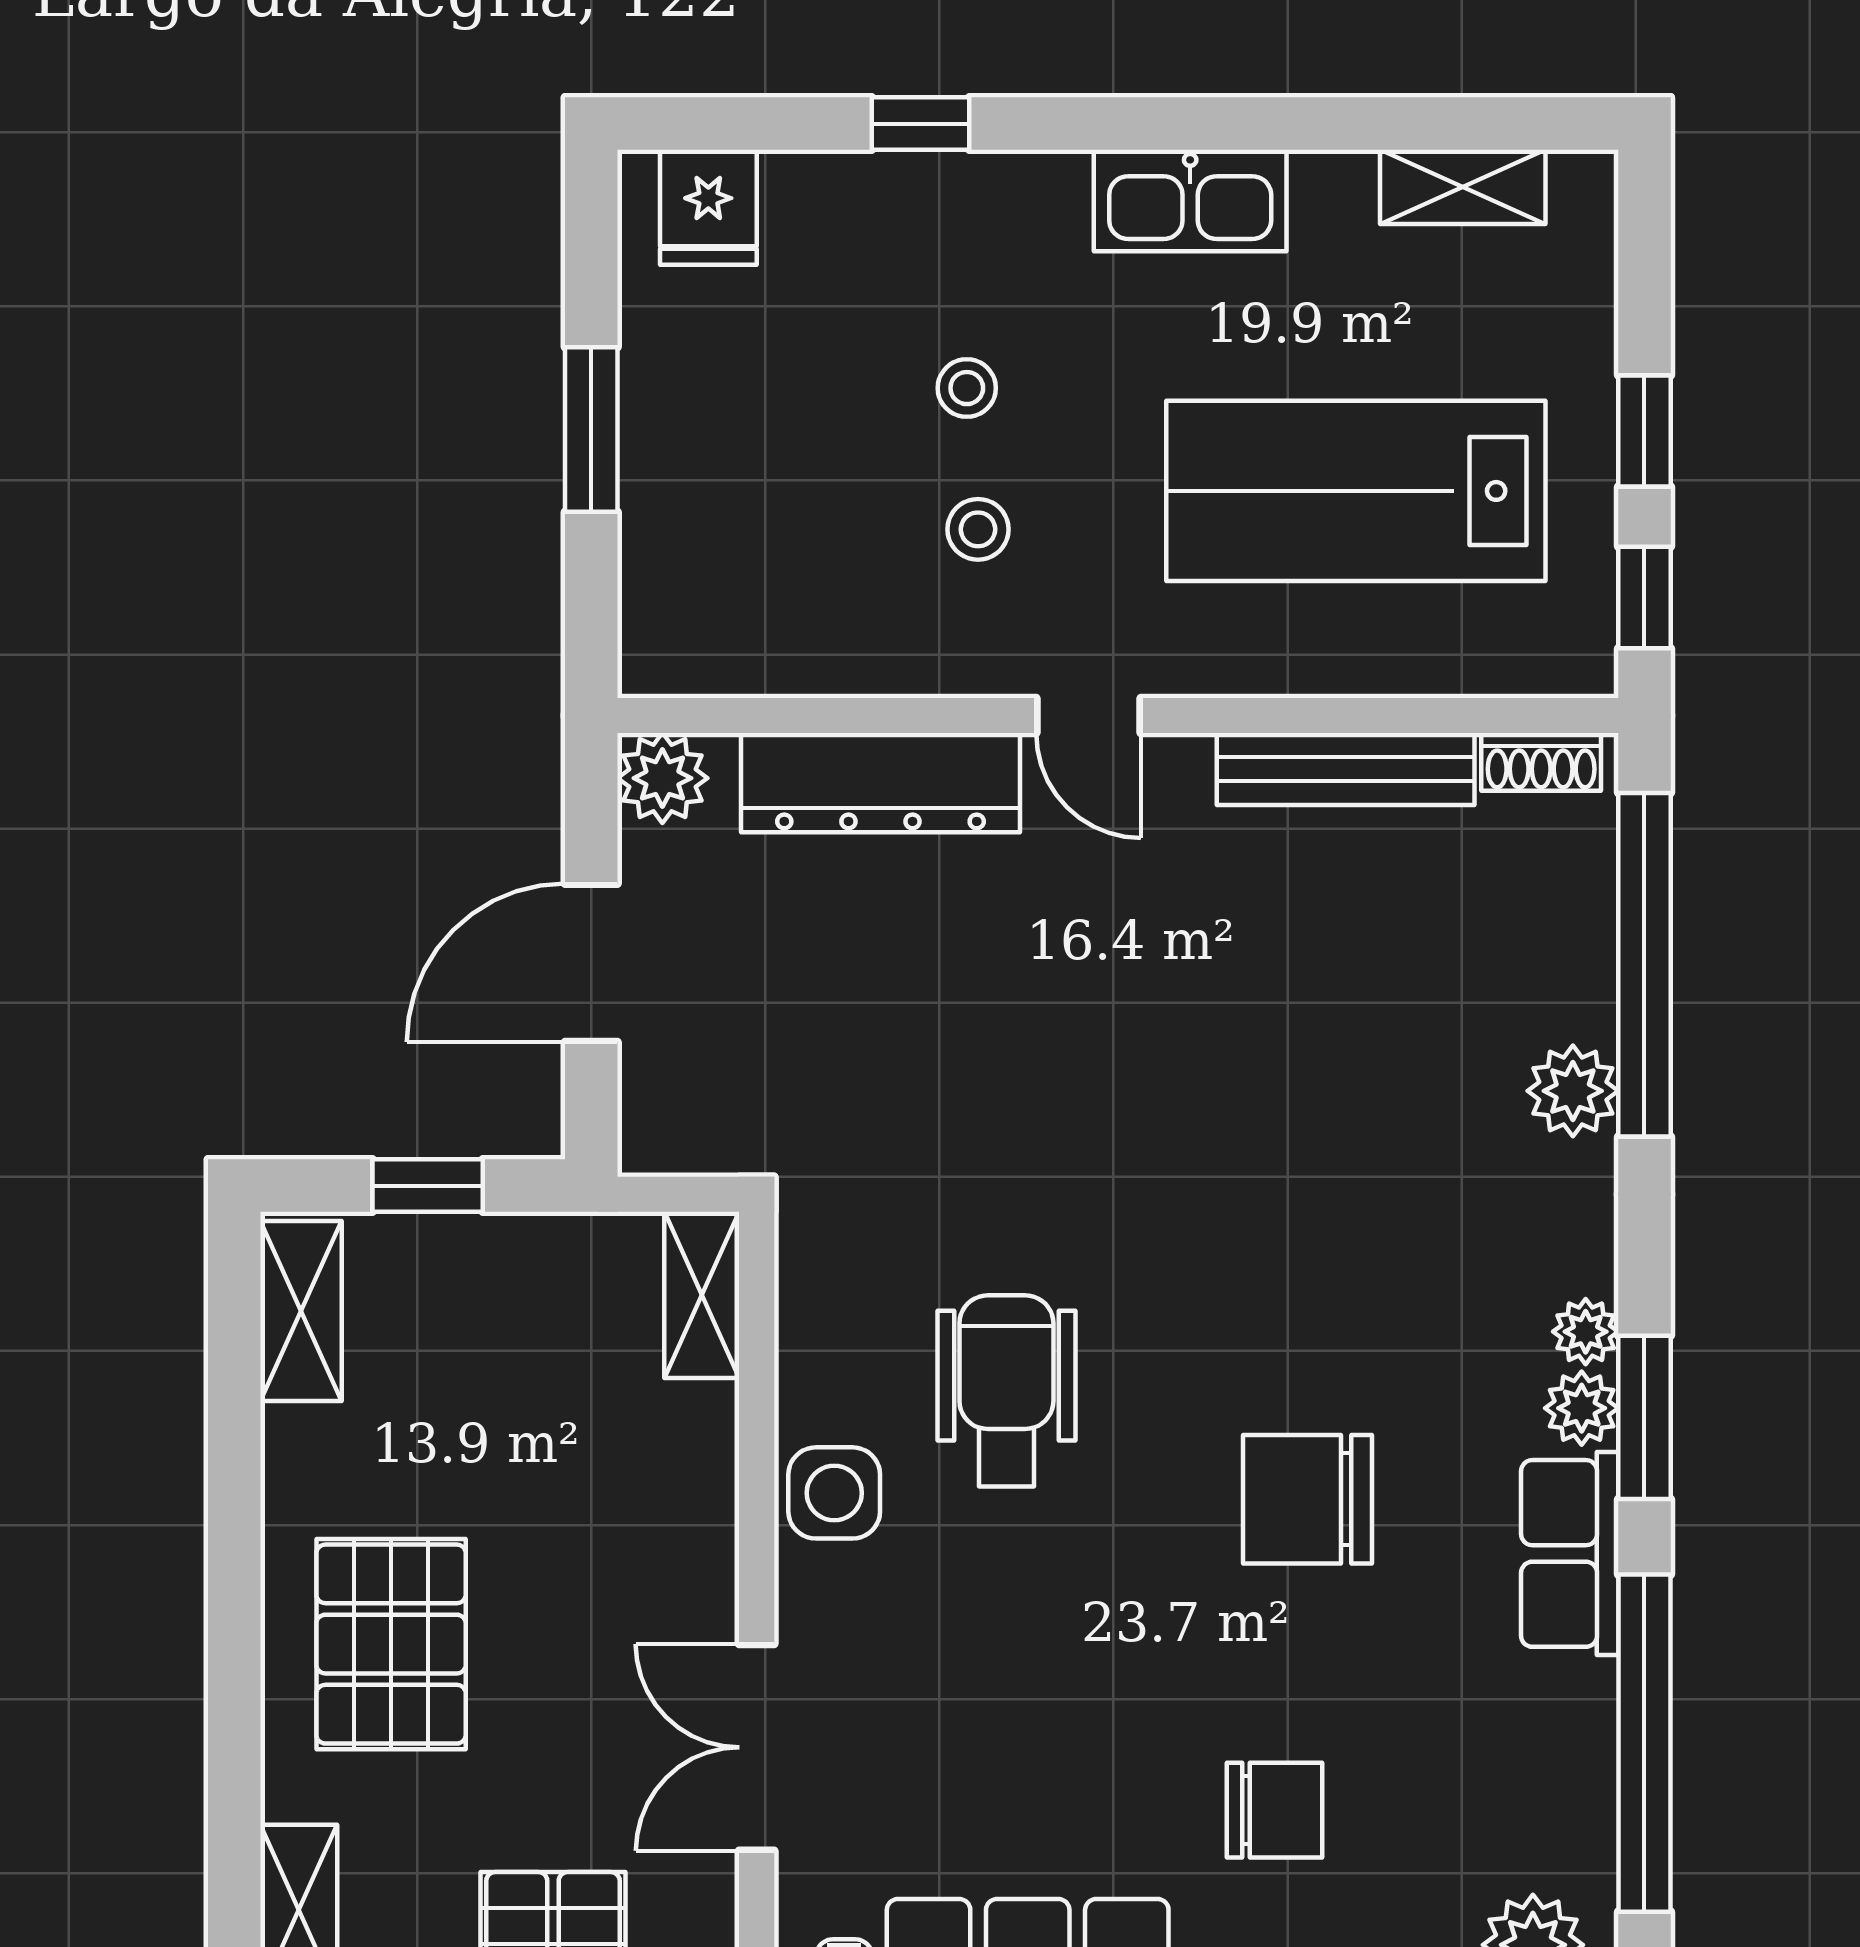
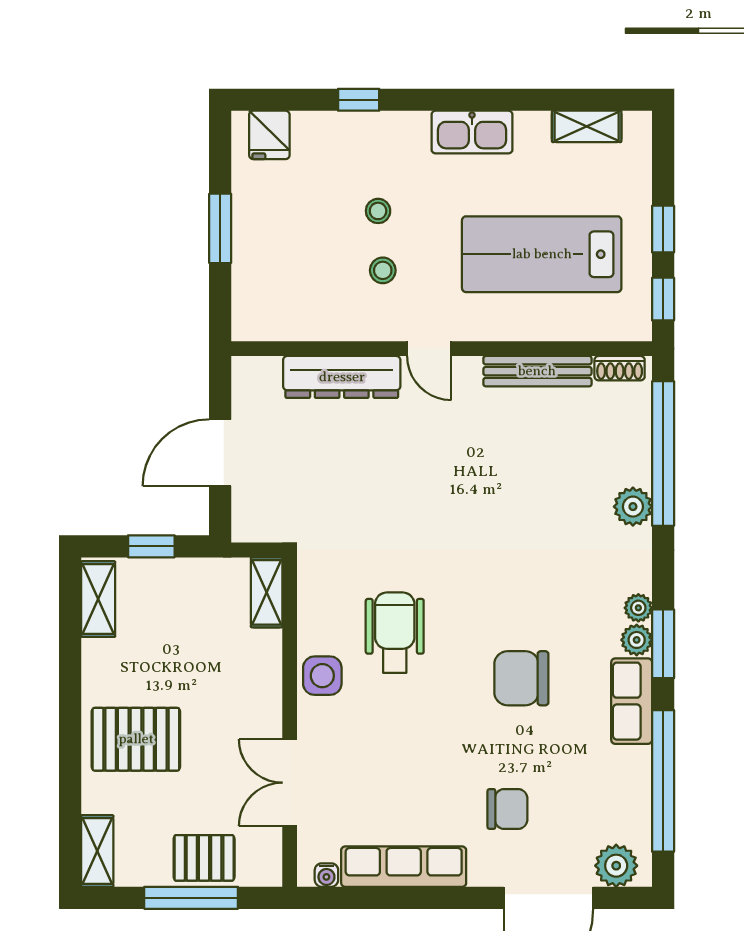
plant: (662, 778) -> (250, 375), removed
pallet: (391, 1644) -> (136, 739), turned 90

